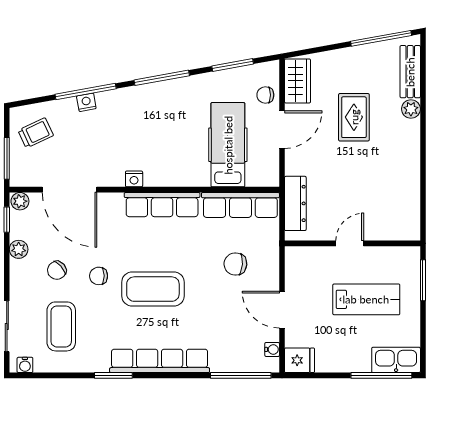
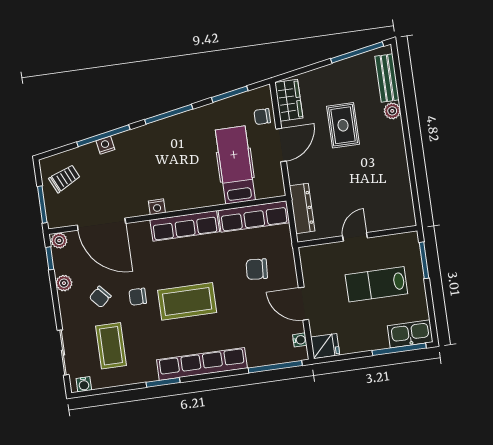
lab bench: (366, 299) -> (376, 284), turned 180

